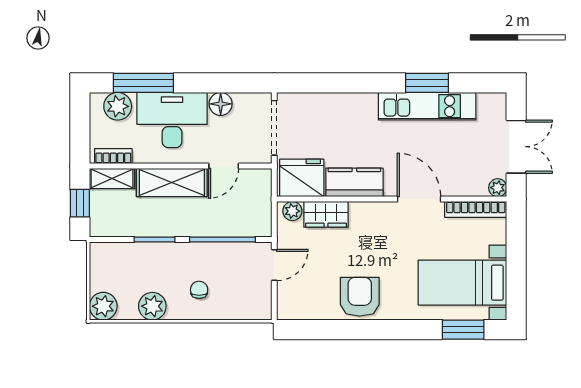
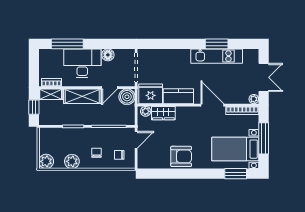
plant: (118, 106) -> (54, 56), removed
boiler: (257, 183) -> (127, 97), added
window: (516, 263) -> (264, 138), added
chair: (242, 294) -> (119, 155), added
armchair: (360, 297) -> (181, 156), turned 90

